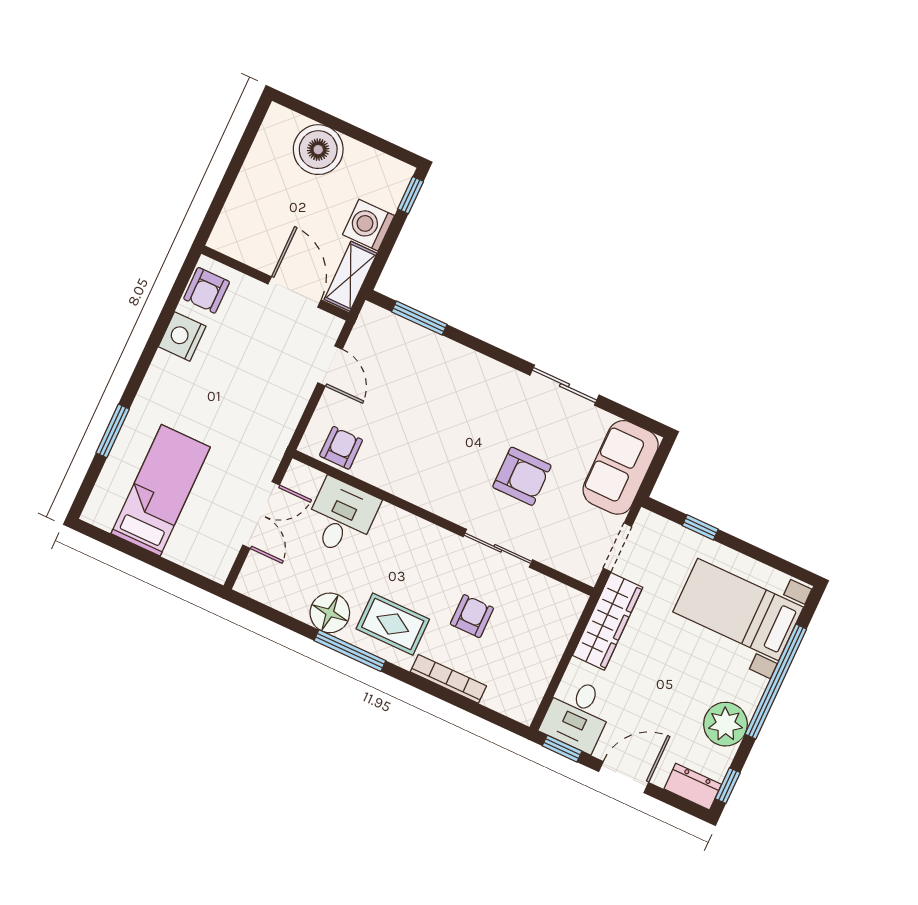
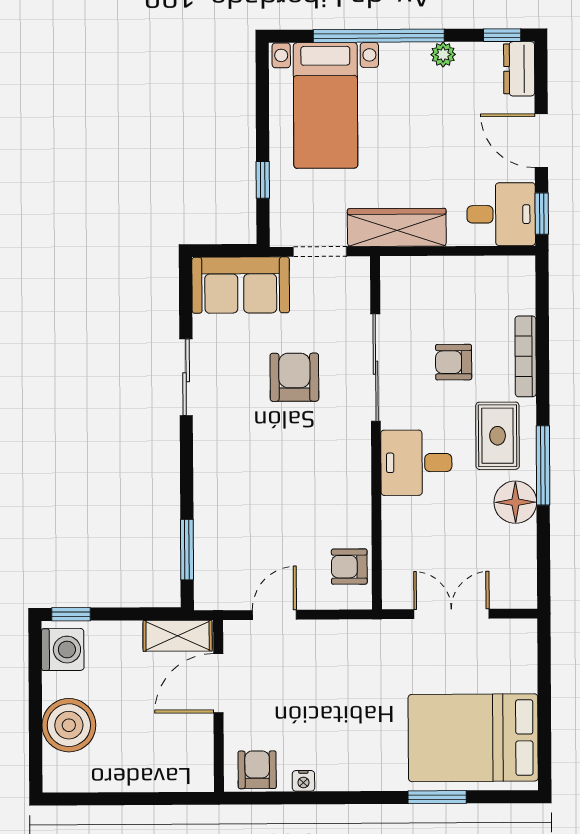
washing machine: (368, 225) -> (63, 650), moved, turned -90
armchair: (207, 290) -> (257, 770), turned -90
nightstand: (182, 336) -> (303, 781), width x0.53, depth x0.56
bed: (161, 490) -> (473, 738), width x1.50
desk: (341, 517) -> (416, 463), moved
sliding door: (498, 548) -> (376, 368), width x1.37
plant: (725, 724) -> (443, 54), width x0.53, depth x0.53

